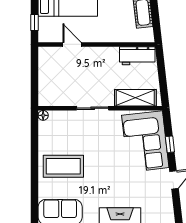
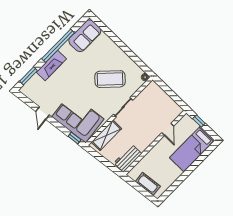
door: (72, 44) -> (168, 129), hinge flipped
window: (170, 144) -> (75, 138), moved
coffee table: (63, 166) -> (110, 79), moved, turned 44

